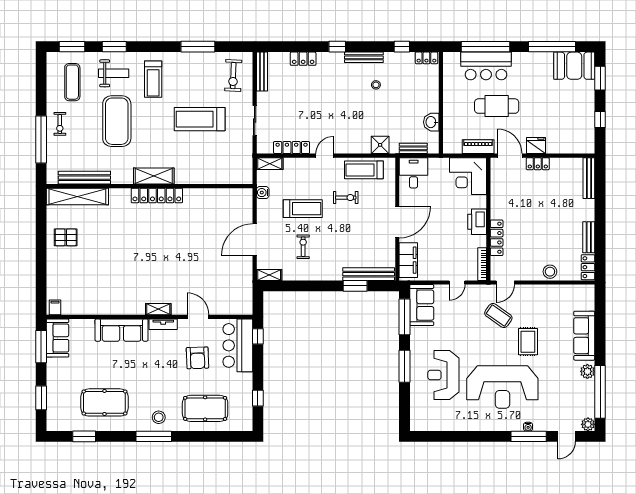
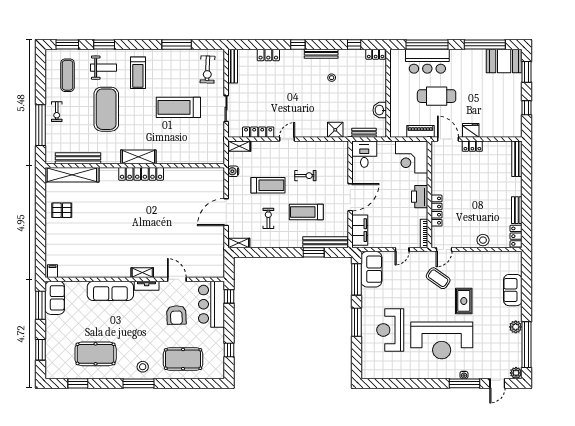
treadmill: (364, 170) -> (306, 212), moved
sofa: (584, 336) -> (513, 290), width x0.73

